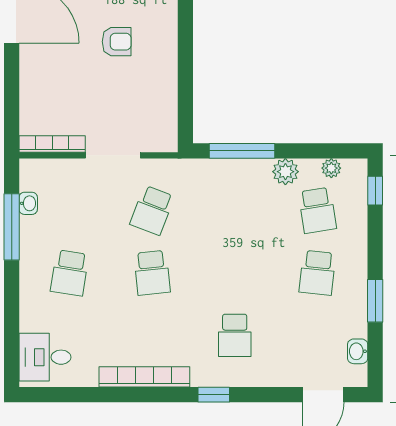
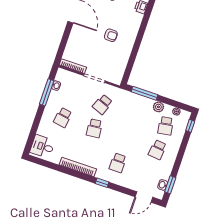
window: (375, 301) -> (170, 185), moved

